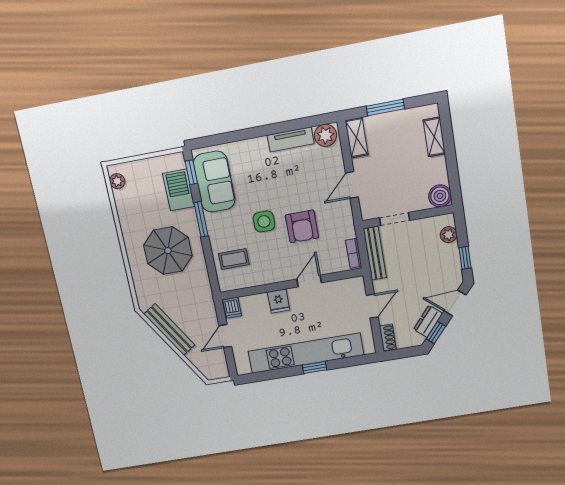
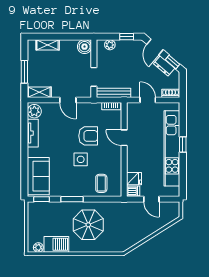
sofa: (214, 182) -> (38, 176), moved, turned 90
barbecue: (179, 190) -> (56, 244), moved, turned 180
fridge: (279, 301) -> (134, 179), moved
bench: (169, 330) -> (141, 235), removed

